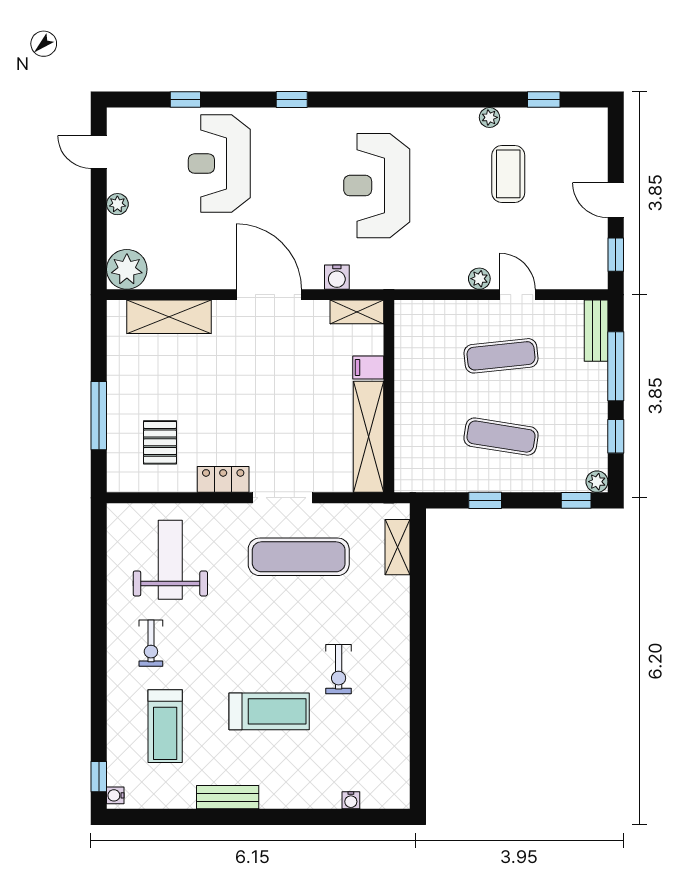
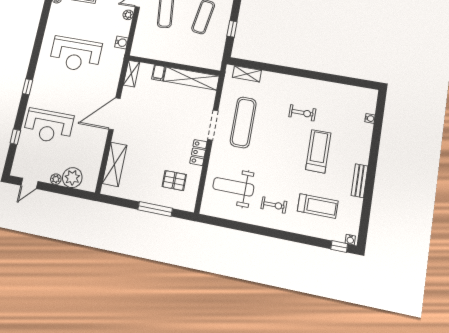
plant: (127, 269) -> (72, 178), moved
water cooler: (337, 277) -> (121, 43), moved

